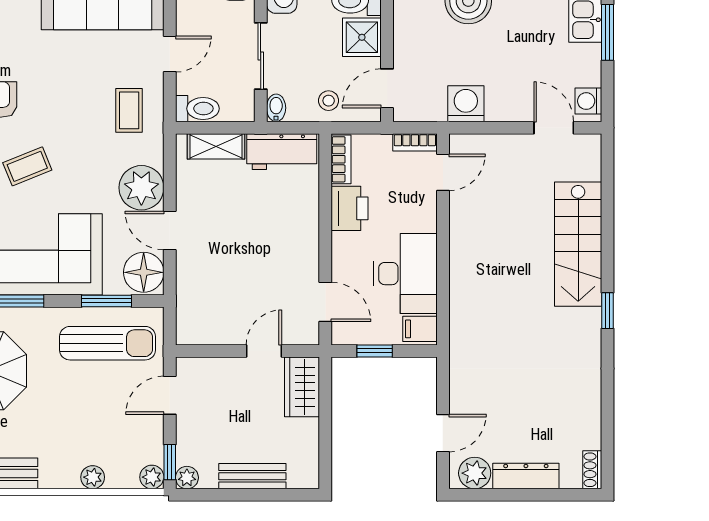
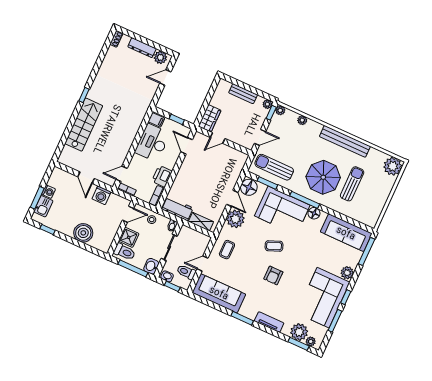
washing machine: (588, 101) -> (49, 192), moved
toilet: (197, 109) -> (186, 272), moved
door: (554, 128) -> (86, 178), moved

